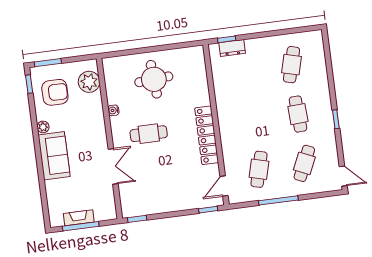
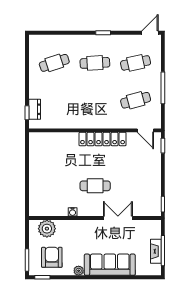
cafe table: (292, 65) -> (54, 63), turned -33
round table: (154, 79) -> (52, 176), removed
cafe table: (149, 134) -> (95, 186), turned 90
sofa: (54, 156) -> (110, 265), width x1.36
cafe table: (304, 163) -> (136, 63), turned -36
cafe table: (259, 169) -> (136, 100), turned -30

